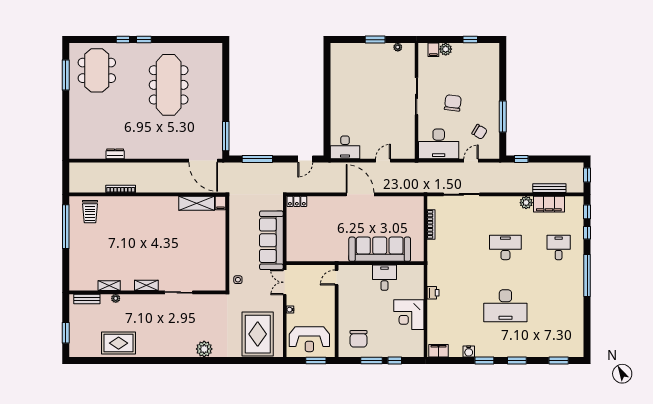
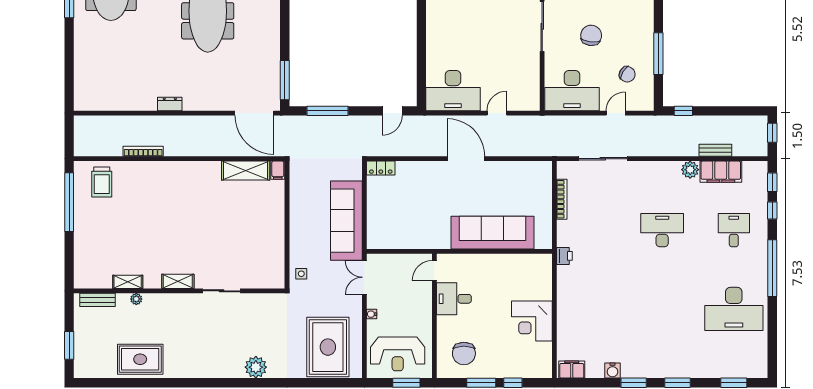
desk: (345, 147) -> (453, 91), width x1.36, depth x1.30
dresser: (115, 154) -> (170, 104), moved
bench: (549, 188) -> (715, 150), width x0.73
desk: (384, 278) -> (454, 299), moved, turned -90
printer: (433, 293) -> (564, 256), moved
desk: (505, 306) -> (734, 309), moved

